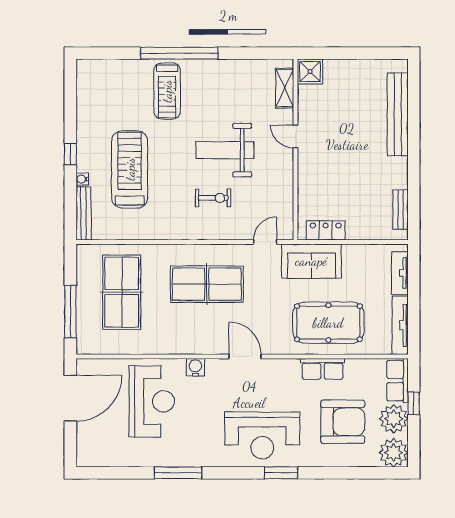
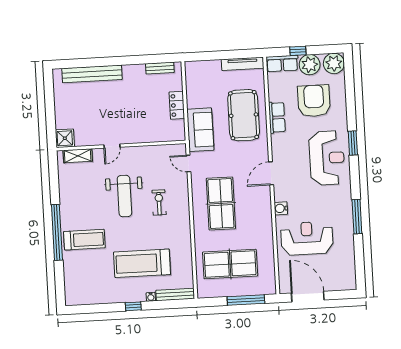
locker: (326, 230) -> (177, 105), moved
tv unit: (400, 273) -> (205, 66), removed

